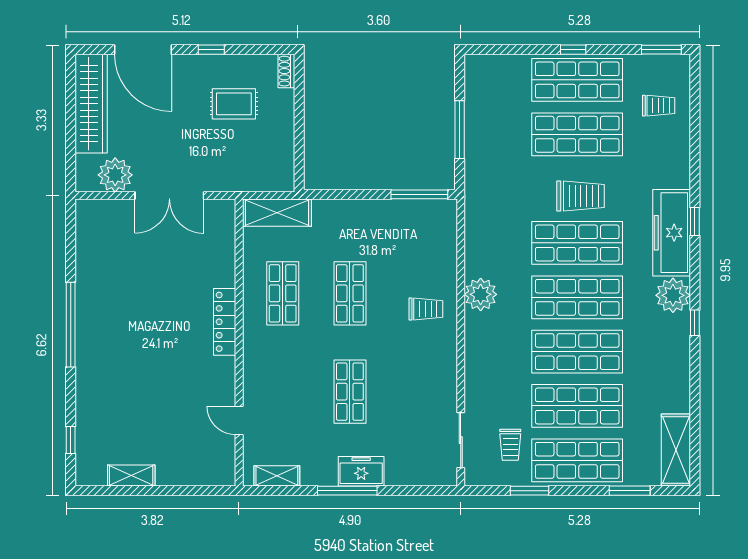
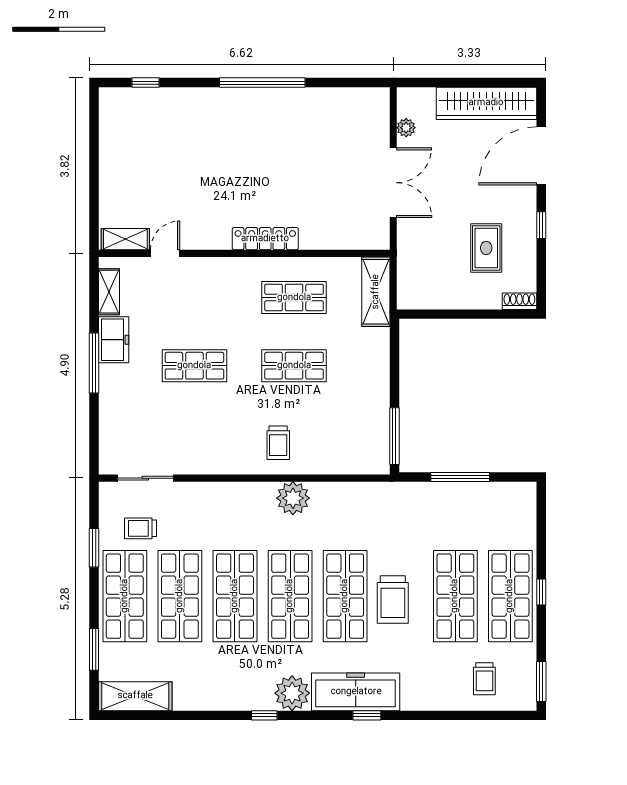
plant: (115, 175) -> (406, 128), width x0.53, depth x0.53
double door: (169, 196) -> (393, 183), swing flipped
freezer: (361, 471) -> (114, 340), moved
shelving: (131, 475) -> (125, 239), moved, turned 90

